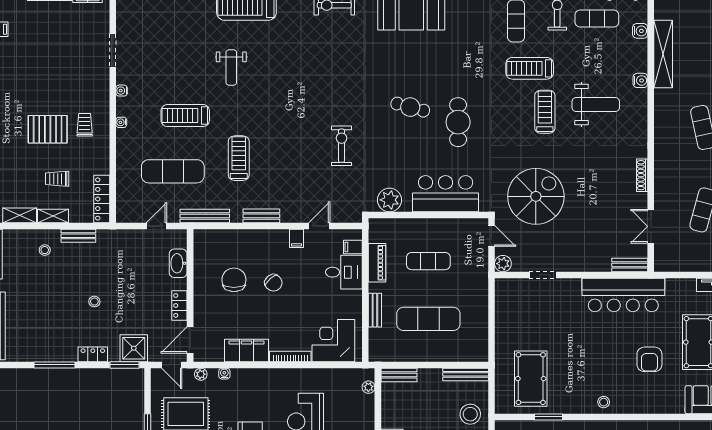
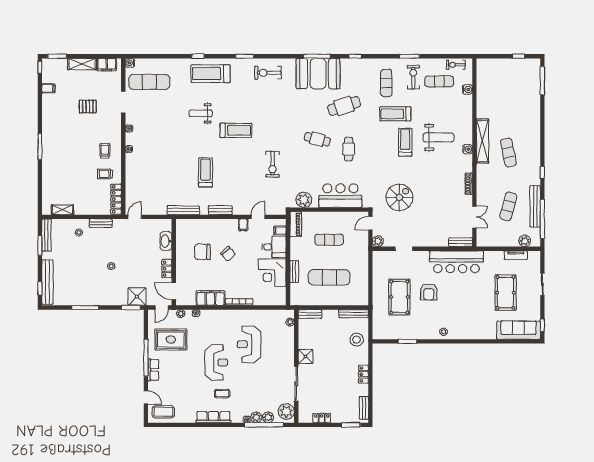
shelving: (663, 54) -> (482, 141), moved
cafe table: (451, 56) -> (344, 106), added
weight bench: (231, 68) -> (201, 113), turned 90
water cooler: (640, 80) -> (468, 149), moved
treadmill: (185, 116) -> (236, 130), moved, turned 180
cafe table: (458, 122) -> (349, 149), width x0.73, depth x0.74
pallet: (48, 129) -> (88, 107), moved, width x0.67, depth x0.71
exercise bike: (342, 146) -> (273, 164), turned 180
exercise mat: (173, 171) -> (149, 82), moved
trolley: (57, 179) -> (105, 174), moved
spiral stairs: (536, 196) -> (399, 197), width x0.73, depth x0.73
shelving: (53, 216) -> (84, 210), removed
door: (156, 226) -> (135, 217), moved
double door: (651, 226) -> (474, 217), swing flipped
door: (491, 236) -> (370, 223), swing flipped
piano: (377, 263) -> (296, 224), moved
chair: (234, 280) -> (202, 252), turned -90
door: (190, 340) -> (174, 291), hinge flipped
corner desk: (333, 341) -> (272, 273), moved, turned -90
locker: (93, 354) -> (110, 301), removed
armchair: (649, 359) -> (429, 292), moved
door: (172, 365) -> (162, 307), hinge flipped
pool table: (531, 379) -> (399, 297), moved

